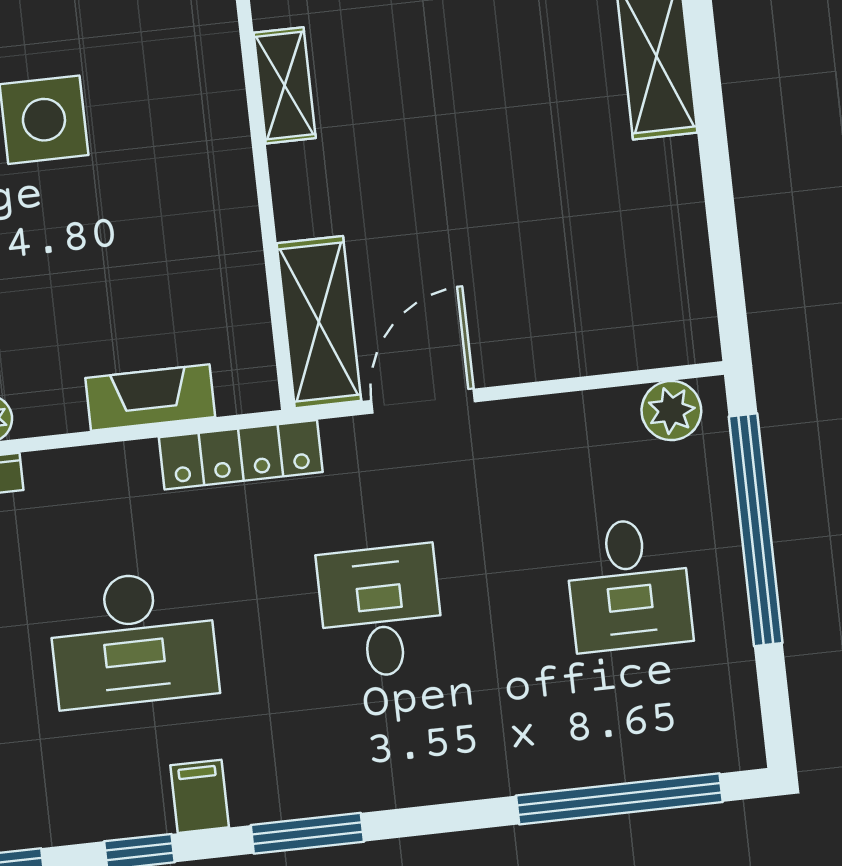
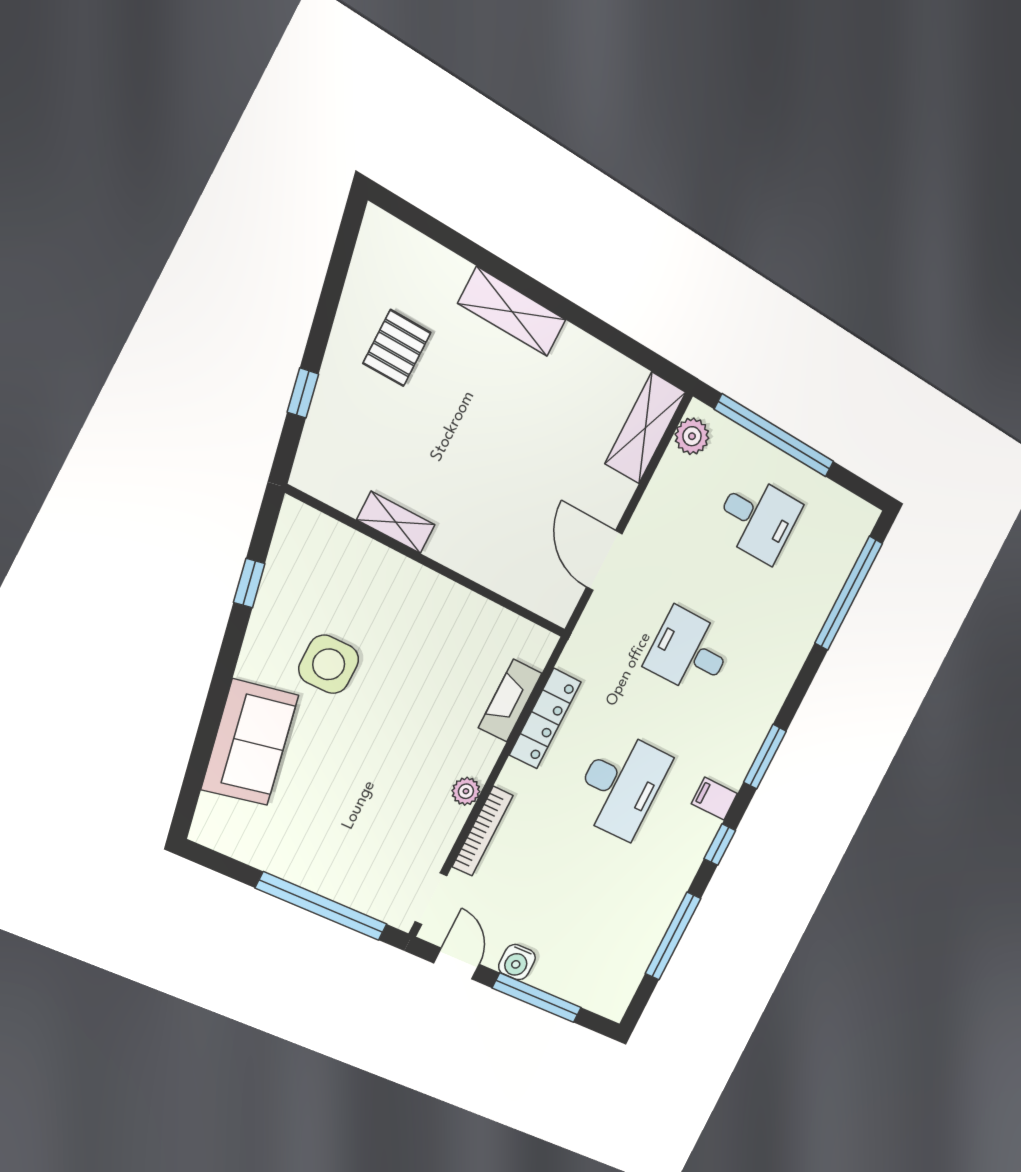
shelving: (319, 322) -> (645, 428), moved, turned 90
locker: (241, 455) -> (545, 718), moved

